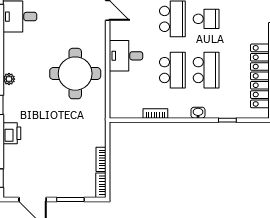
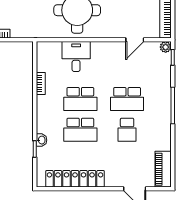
desk: (126, 56) -> (76, 57), moved
washbasin: (198, 113) -> (41, 140), moved

